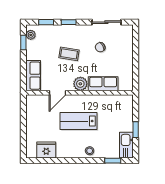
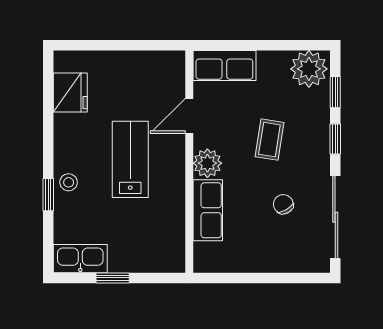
sliding door: (106, 22) -> (335, 217), width x1.37
plant: (31, 35) -> (309, 69), width x1.88, depth x1.88
window: (23, 43) -> (293, 45), removed
door: (57, 93) -> (189, 116), hinge flipped
window: (113, 161) -> (48, 195), moved

